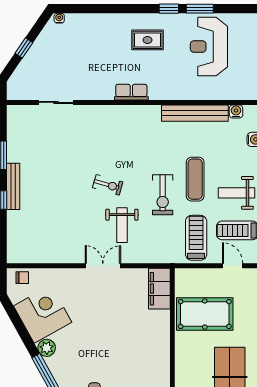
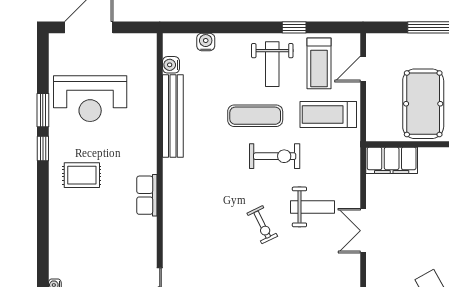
rug: (147, 40) -> (82, 175), turned 90
exercise bike: (108, 185) -> (262, 225), turned 138

